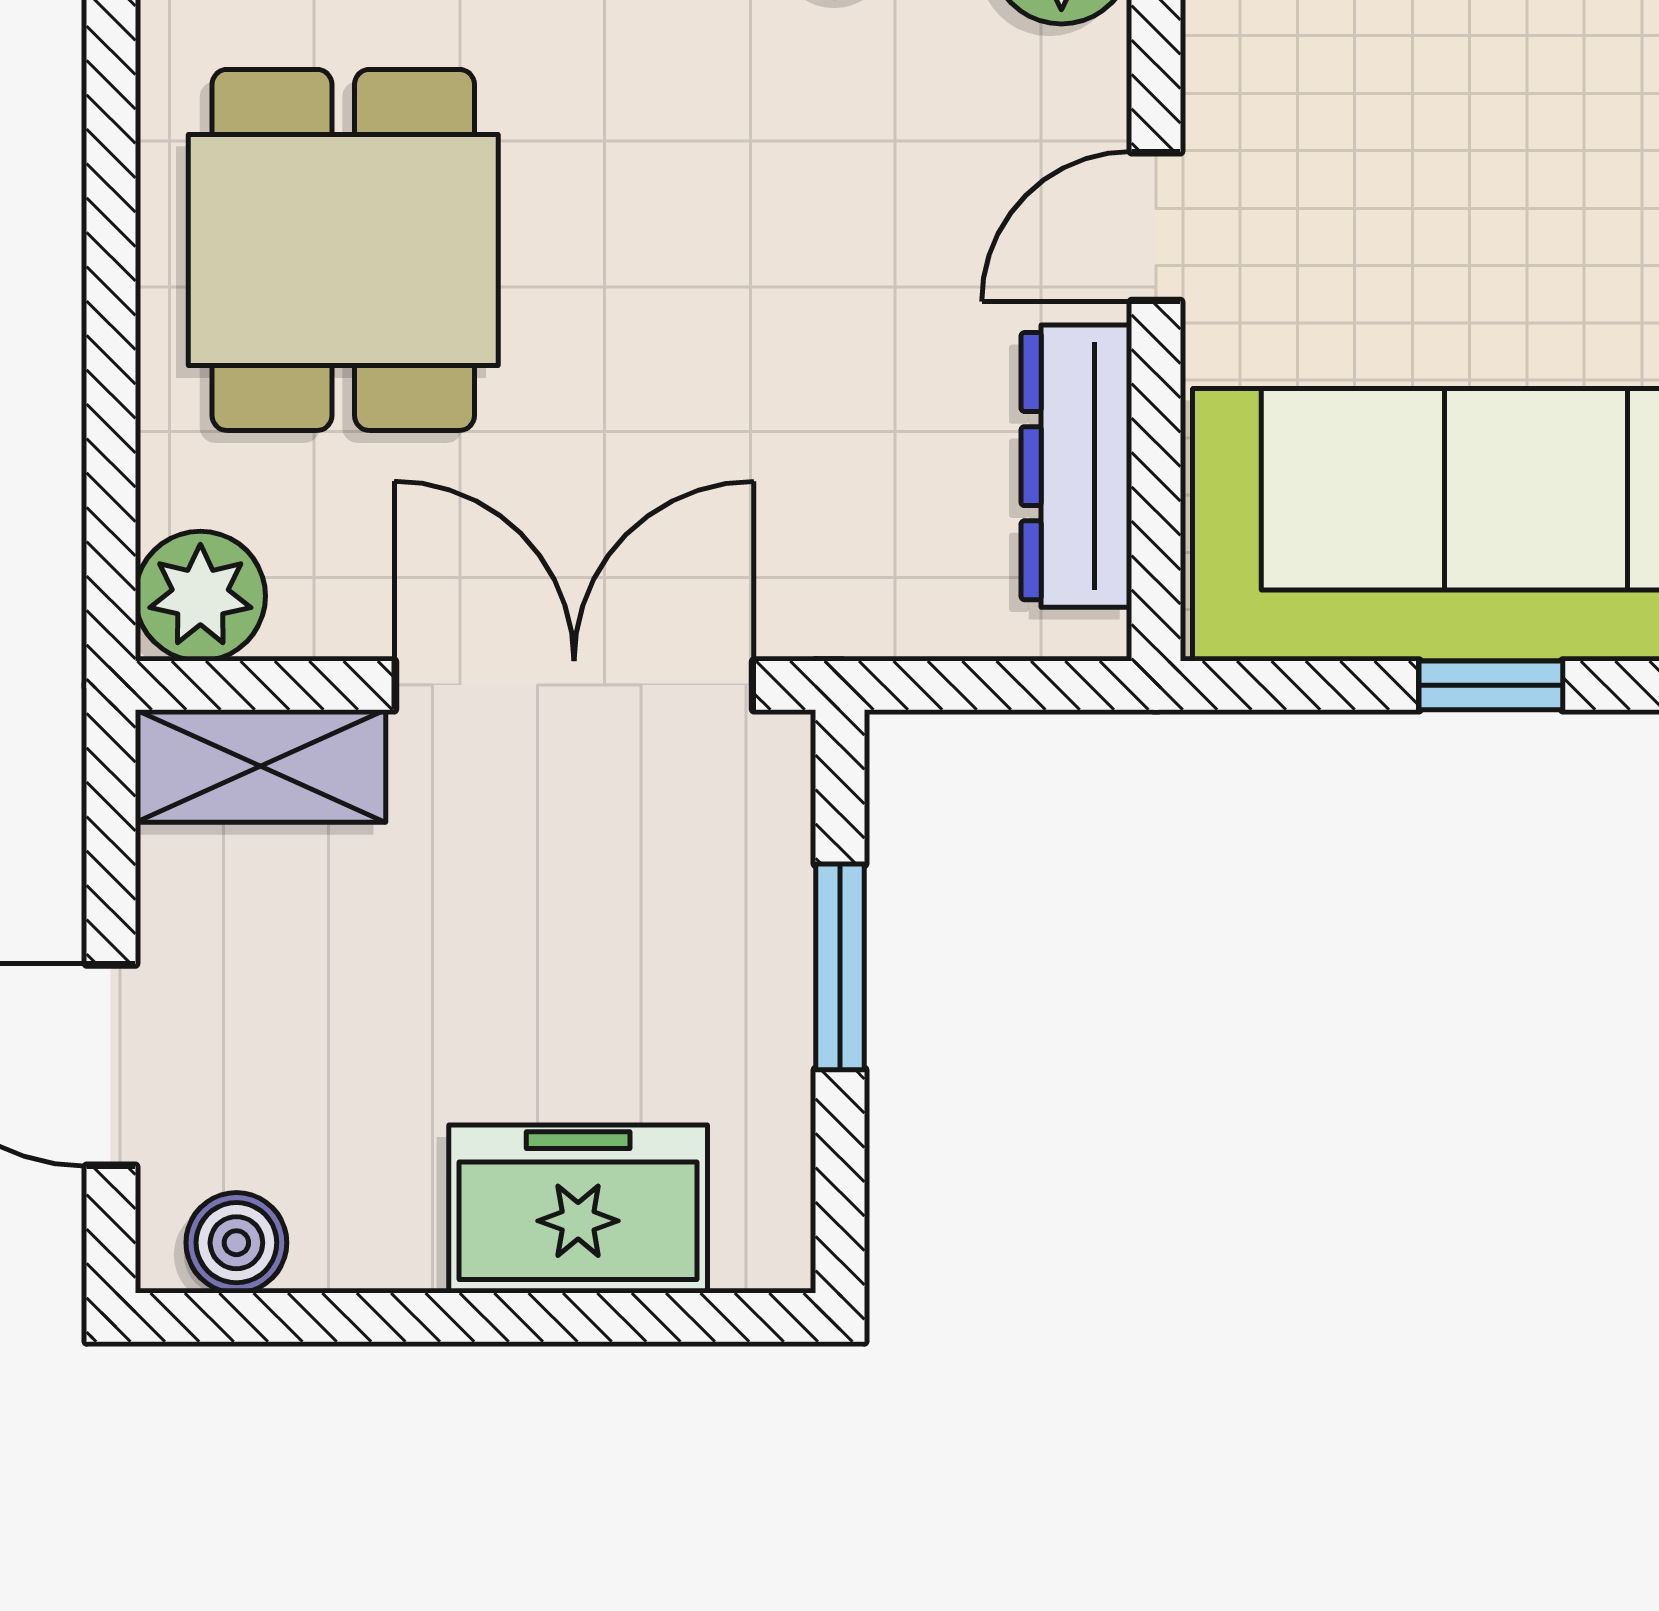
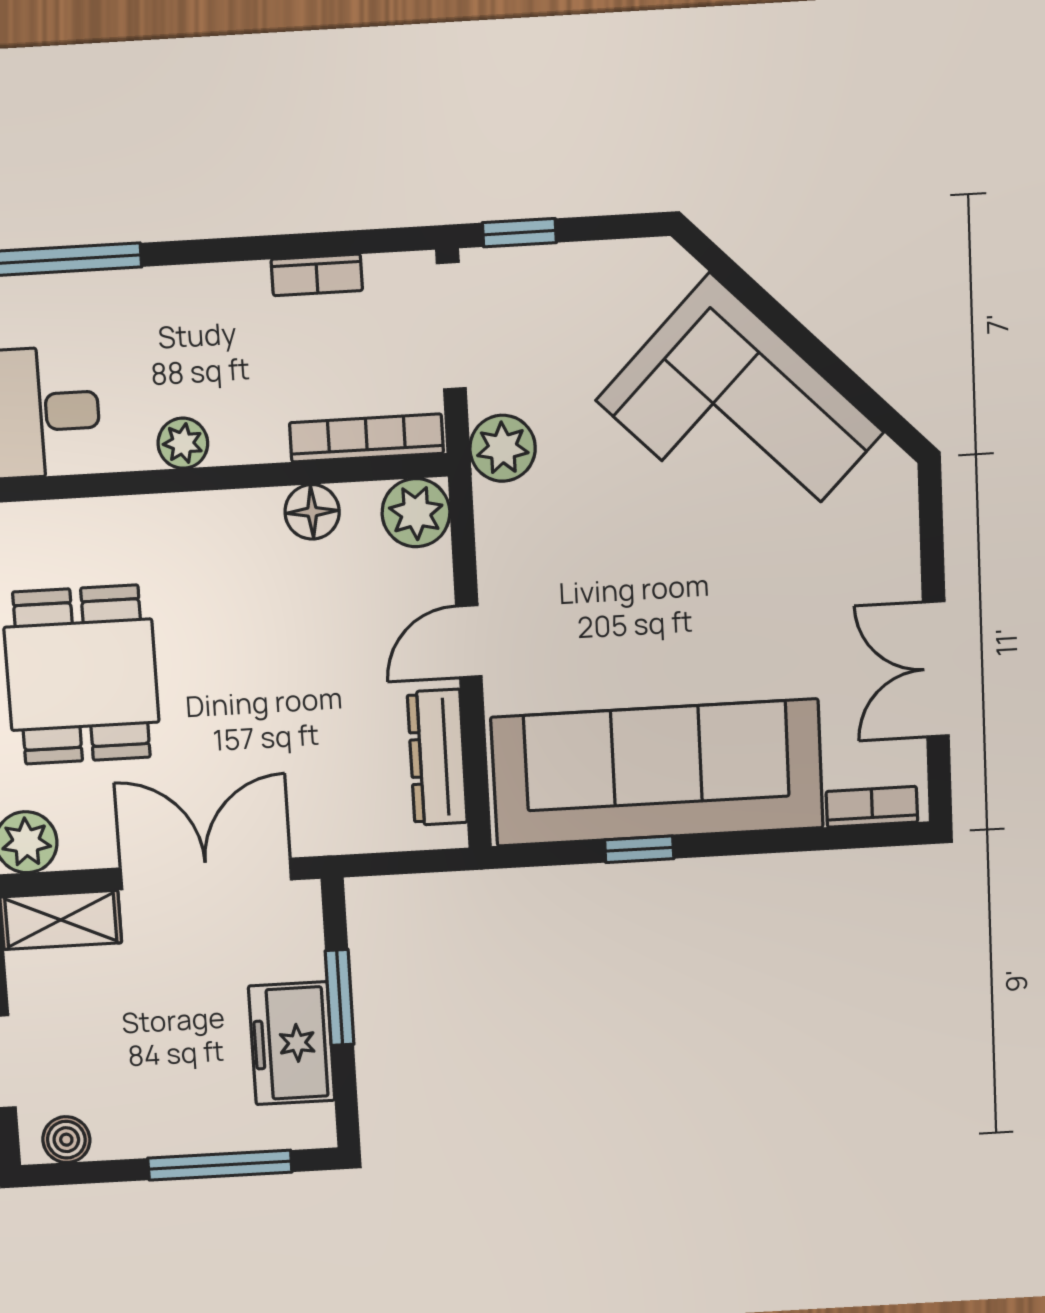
freezer: (578, 1209) -> (292, 1043), moved, turned -90
window: (561, 1317) -> (220, 1165), added

